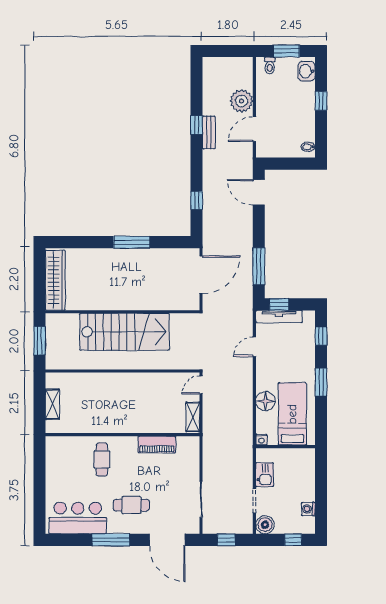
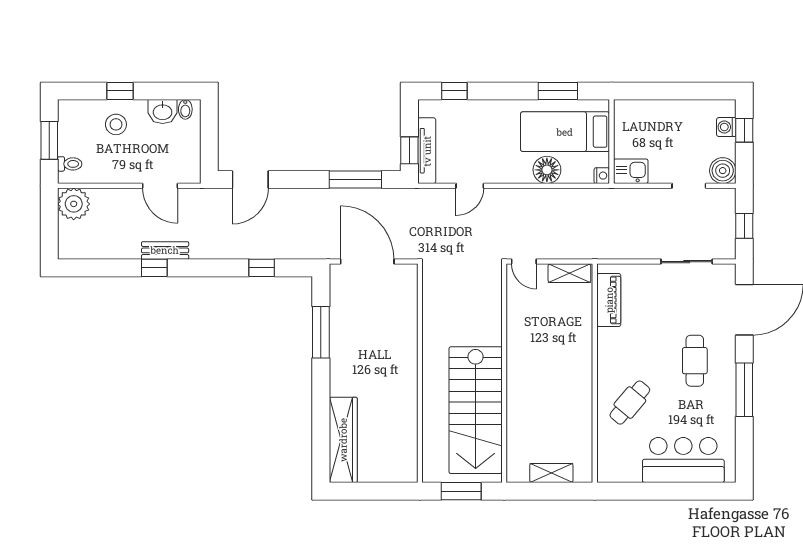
washbasin: (307, 71) -> (163, 112), moved
stool: (297, 98) -> (116, 124), added
plant: (242, 101) -> (74, 204), moved
window: (132, 242) -> (321, 332), moved
wardrobe: (55, 280) -> (343, 440), moved, turned 90
stairs: (125, 332) -> (476, 410), moved, turned 180
door: (254, 347) -> (470, 186), hinge flipped
window: (321, 382) -> (558, 91), moved
piano: (157, 445) -> (609, 300), moved
cafe table: (102, 459) -> (630, 403), turned -50
kitchen sink: (265, 475) -> (631, 171), moved
washing machine: (308, 509) -> (726, 127), moved, turned 90
bar counter: (78, 518) -> (683, 460), moved, turned 90

